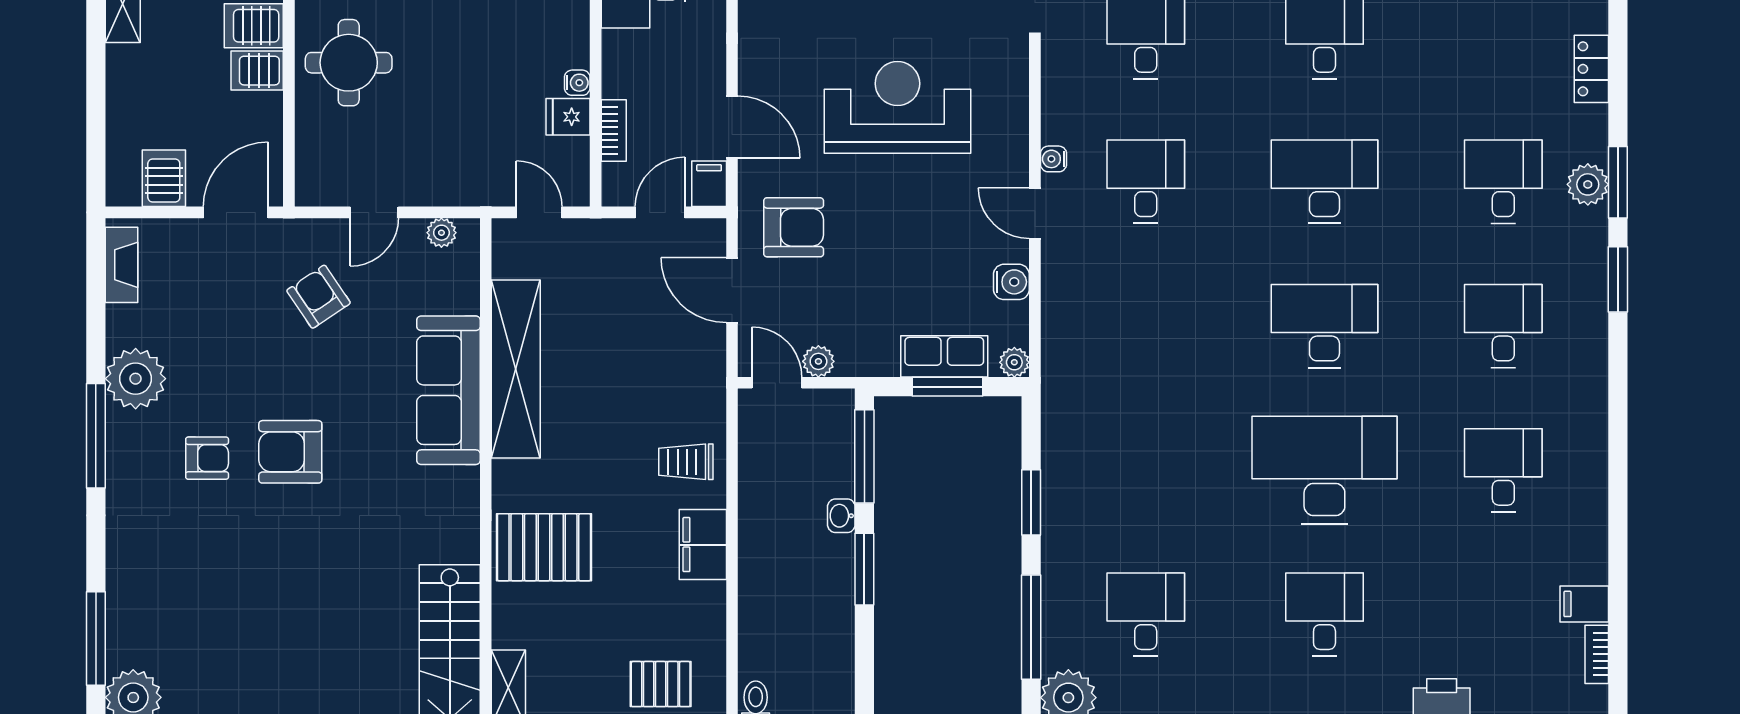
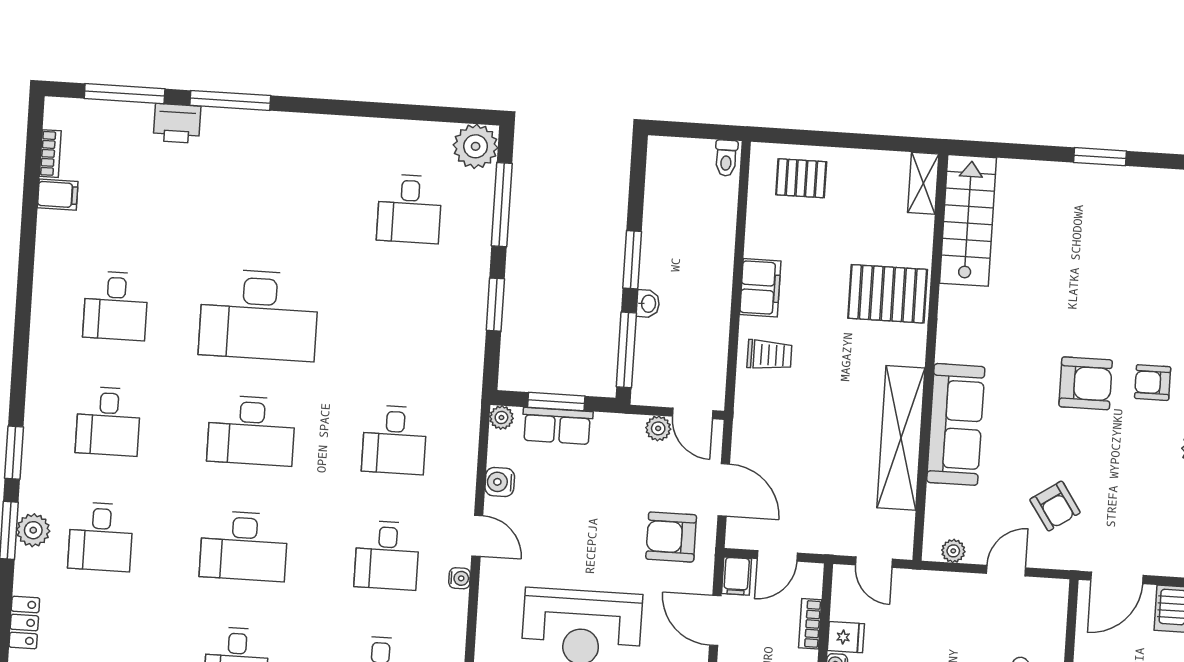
desk: (1324, 615) -> (394, 440), moved

